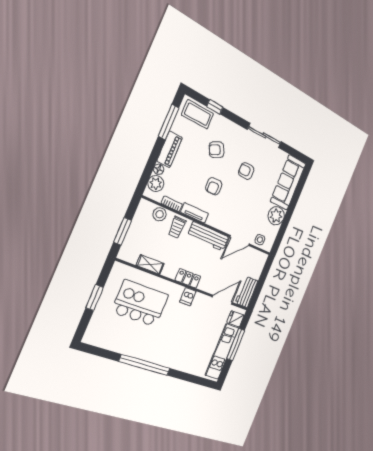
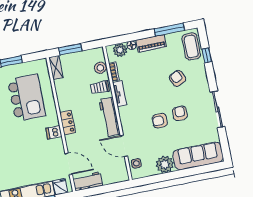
armchair: (214, 186) -> (160, 121), moved
shelving: (150, 265) -> (56, 68), moved

